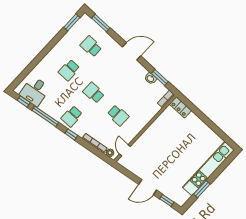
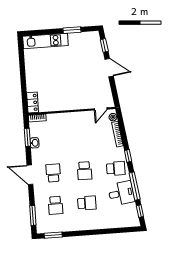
desk: (35, 91) -> (121, 193), moved
school desk: (118, 115) -> (53, 173), moved
kitchen unit: (208, 169) -> (45, 41), width x0.73

